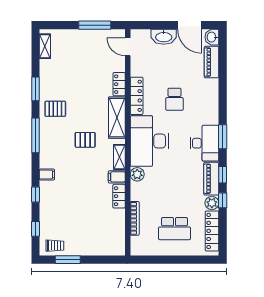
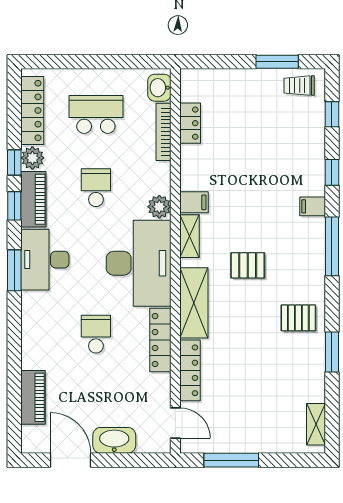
washbasin: (212, 37) -> (159, 88), moved, turned 180
locker: (119, 84) -> (190, 370), width x1.53
window: (35, 135) -> (332, 246), moved
school desk: (174, 185) -> (96, 188), added
locker: (119, 196) -> (190, 123), moved

